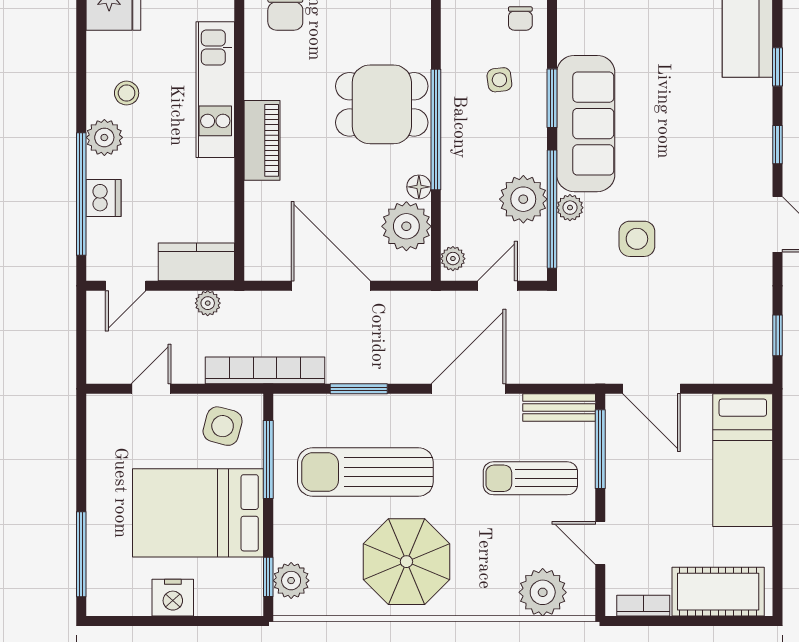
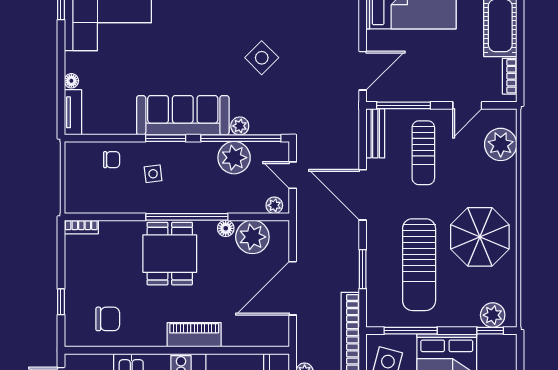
side table: (637, 239) -> (262, 58), moved, turned 45

